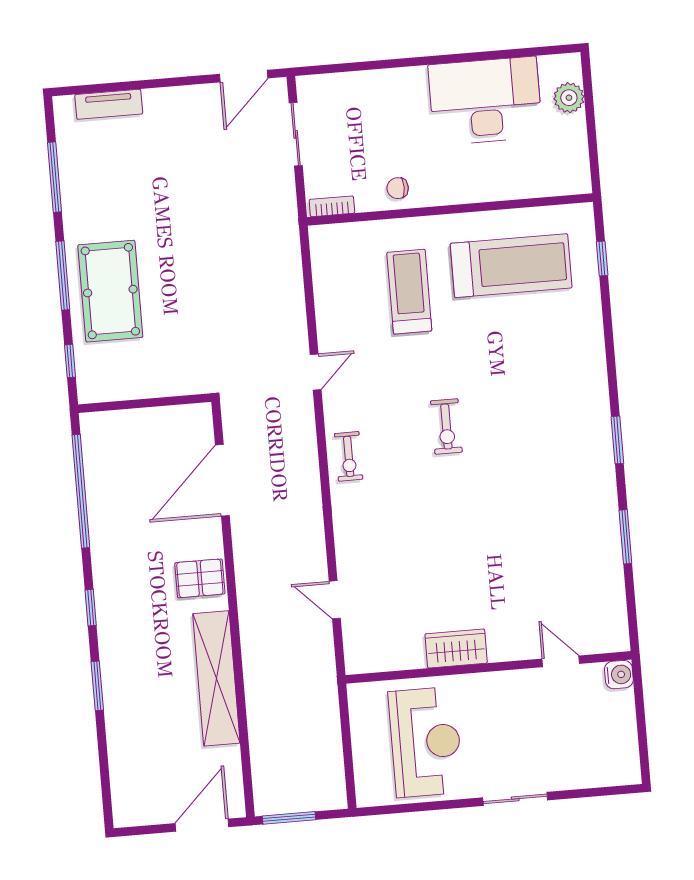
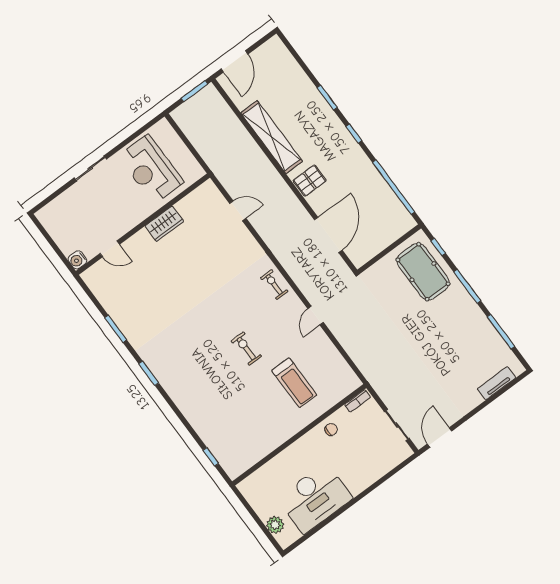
treadmill: (511, 266) -> (253, 426), removed
pool table: (110, 291) -> (423, 272), moved
exercise bike: (446, 426) -> (246, 349), moved

